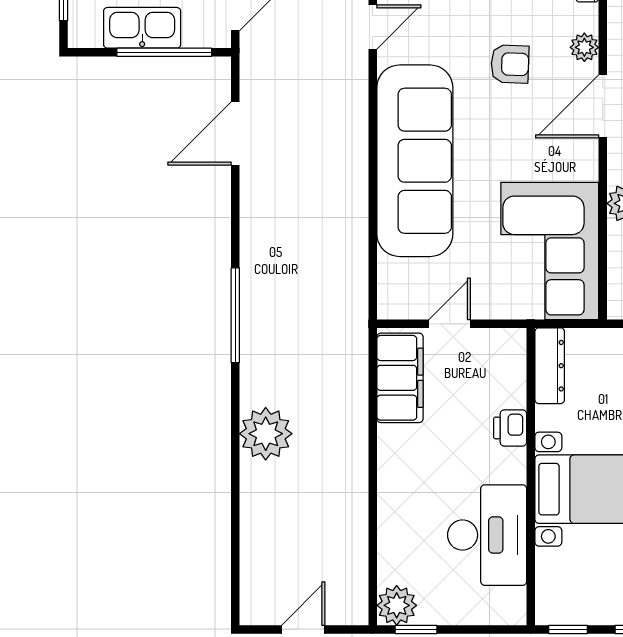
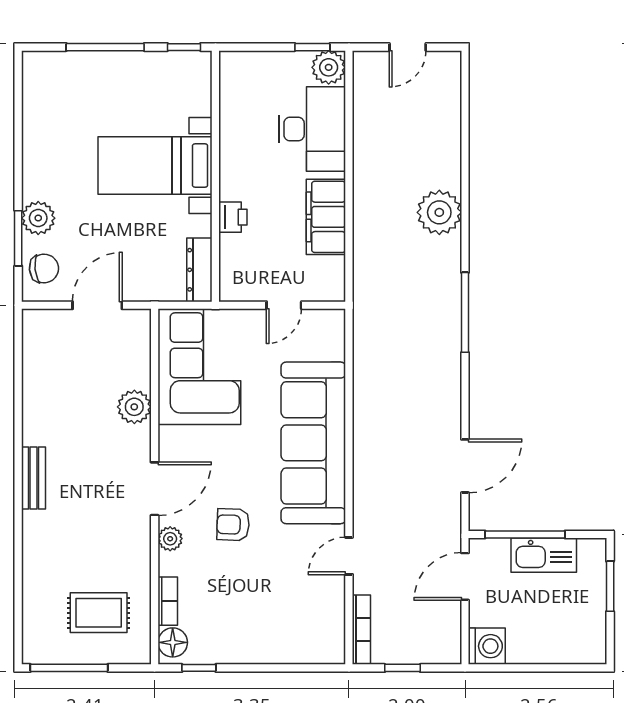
filing cabinet: (400, 378) -> (326, 217), moved
desk: (487, 535) -> (312, 129), moved, turned 180

